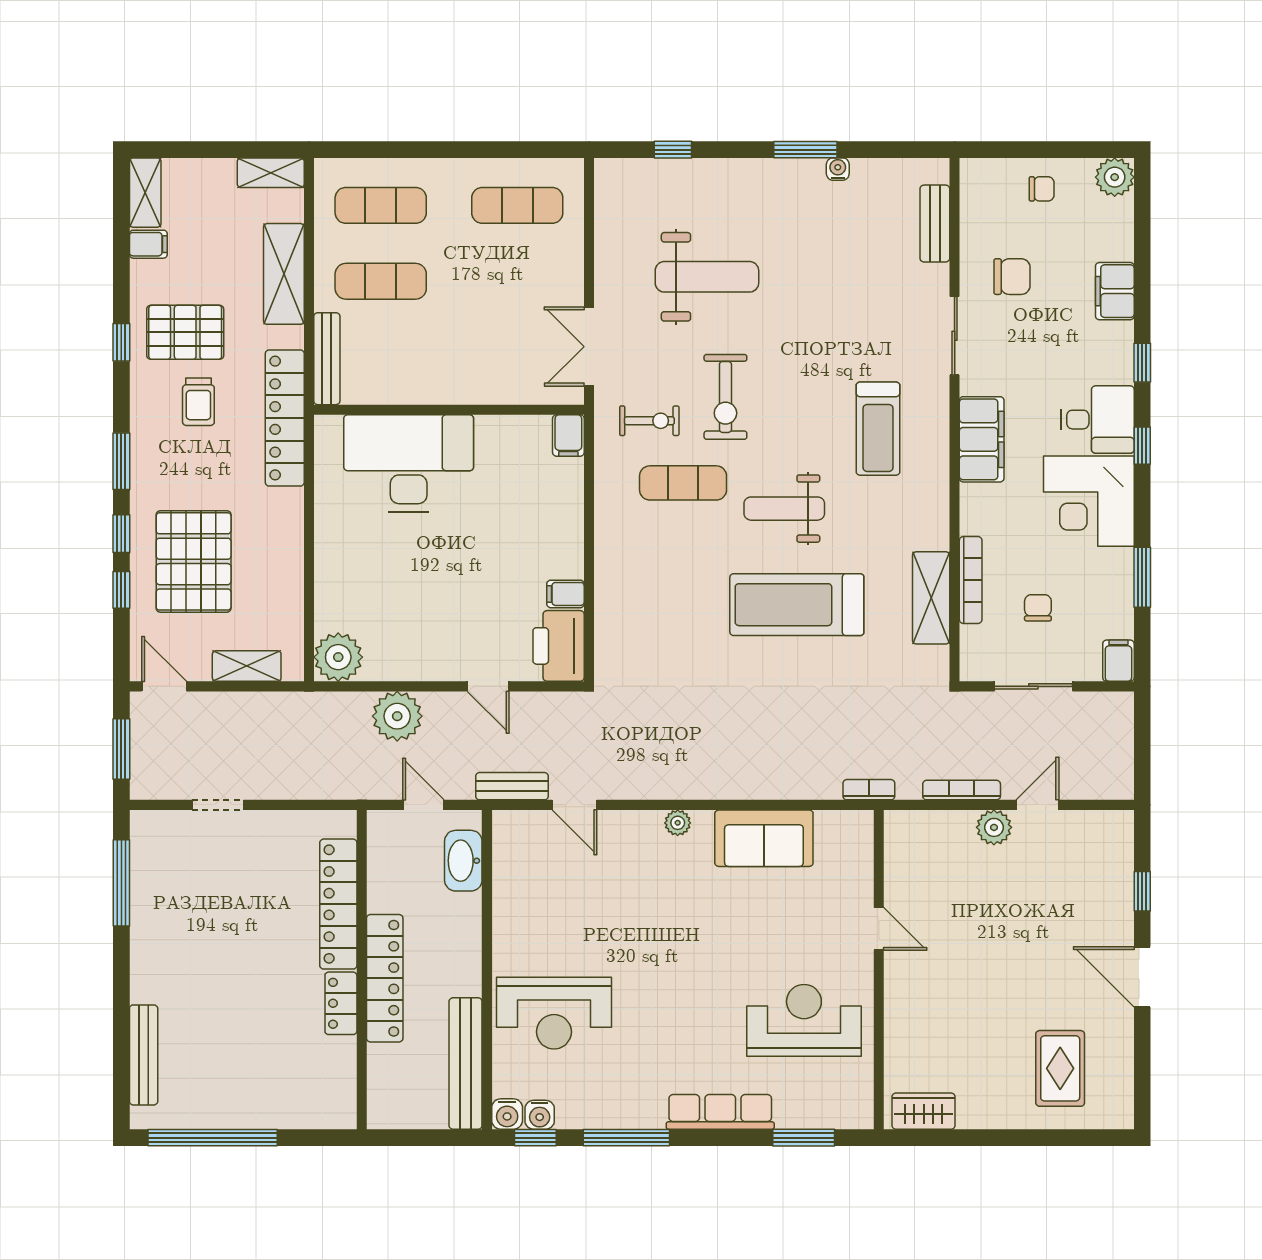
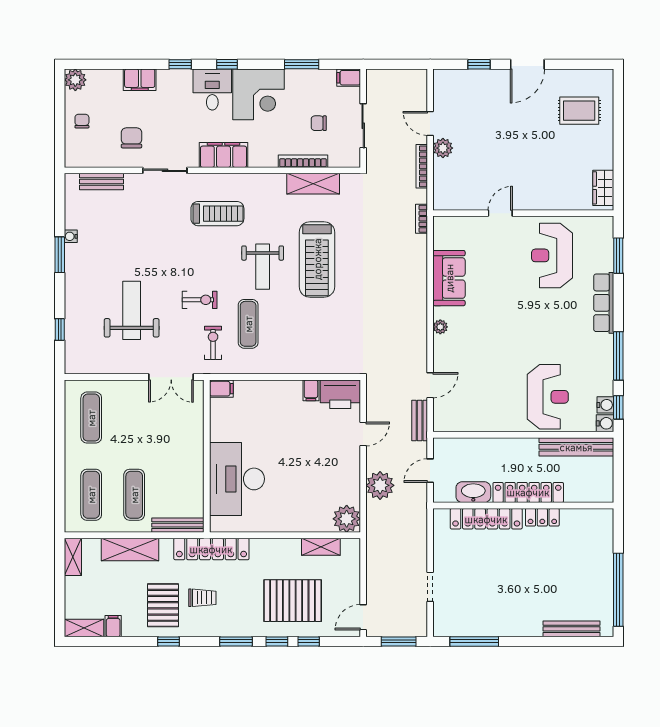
exercise bike: (725, 397) -> (200, 300), width x0.73, depth x0.72
shelving: (247, 666) -> (321, 547), moved, turned 90
washbasin: (463, 861) -> (473, 492), moved, turned 180

